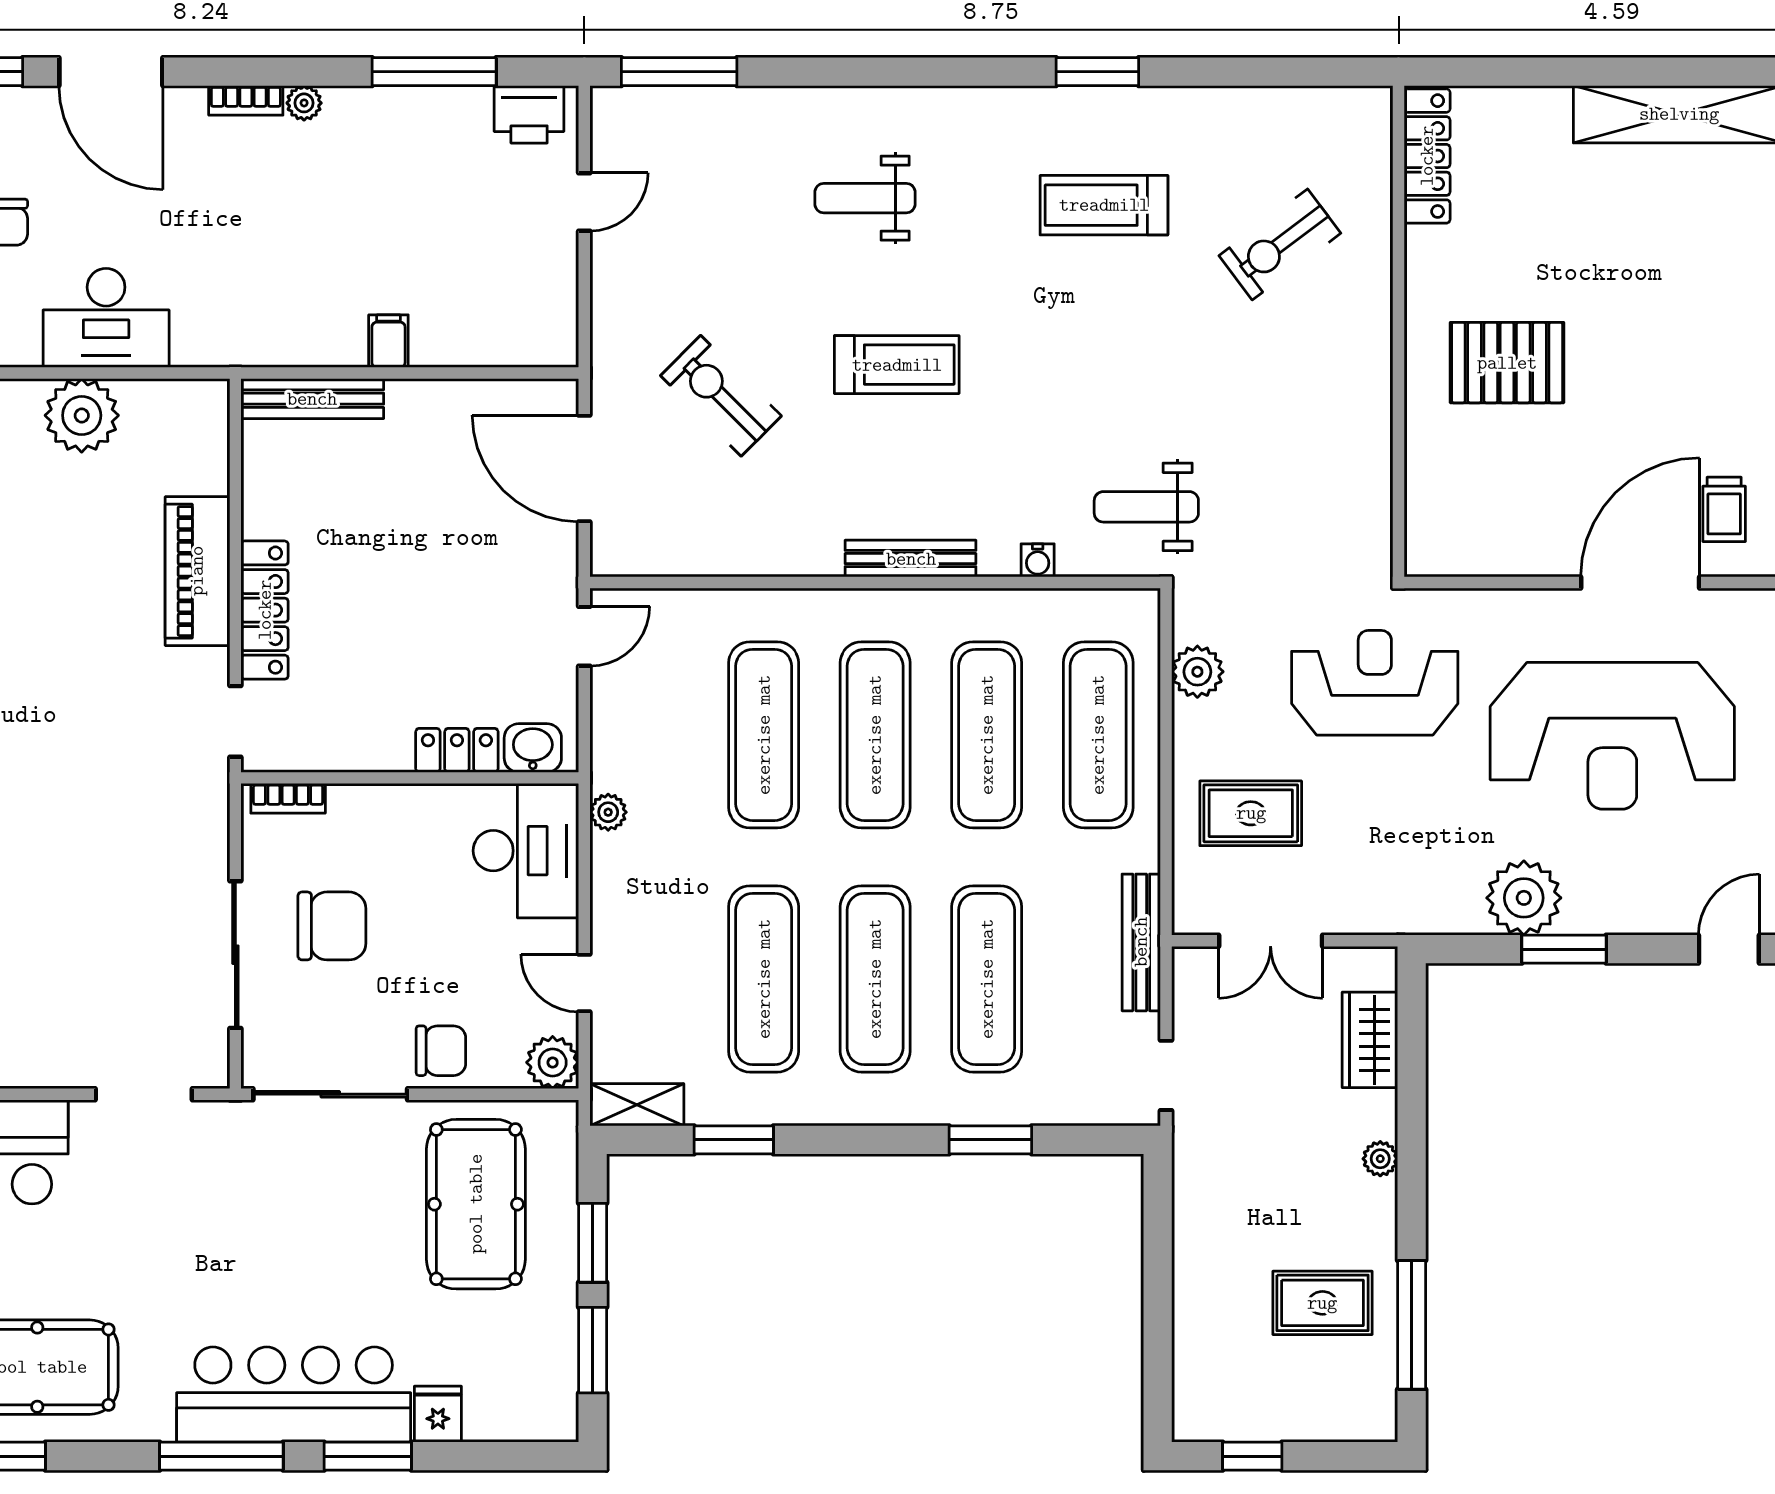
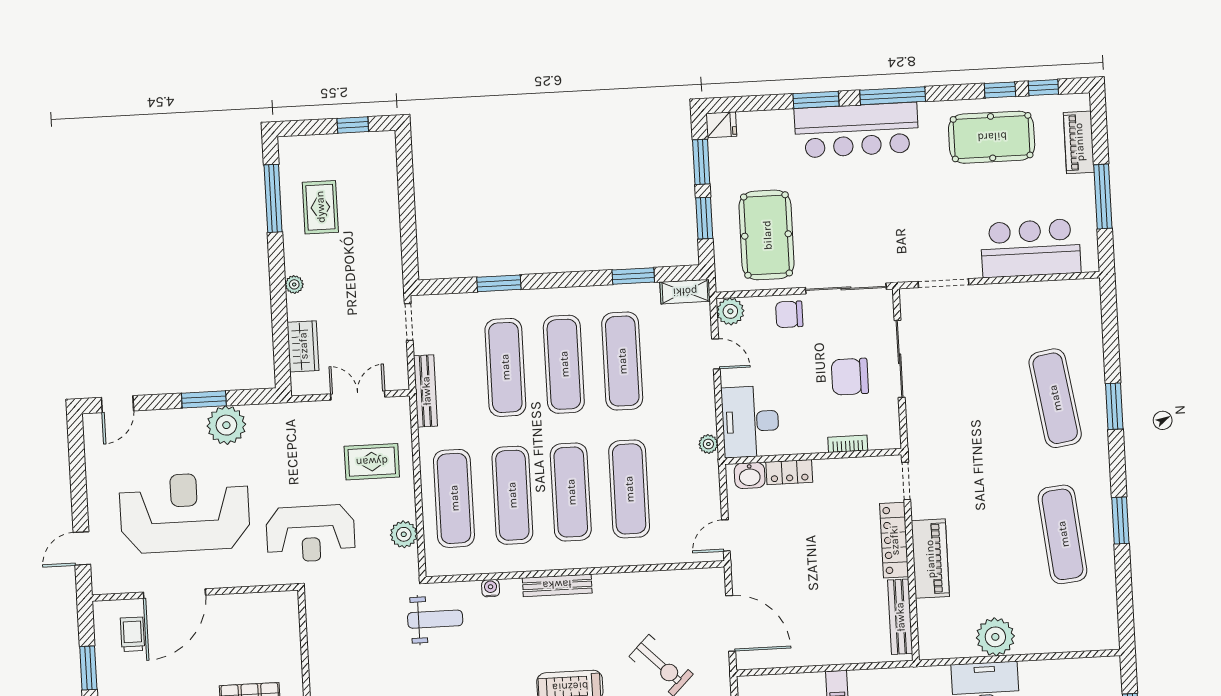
bench: (312, 399) -> (900, 617), moved, turned 90
bookcase: (288, 798) -> (848, 444), moved
rug: (1322, 1303) -> (320, 207), turned 90
fridge: (438, 1414) -> (721, 125), moved, turned -90

